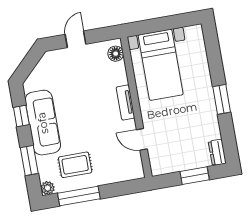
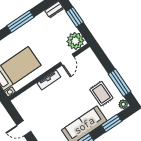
floor lamp: (116, 54) -> (22, 100), removed
window: (222, 99) -> (20, 21), width x1.44
plant: (162, 162) -> (75, 41), added

